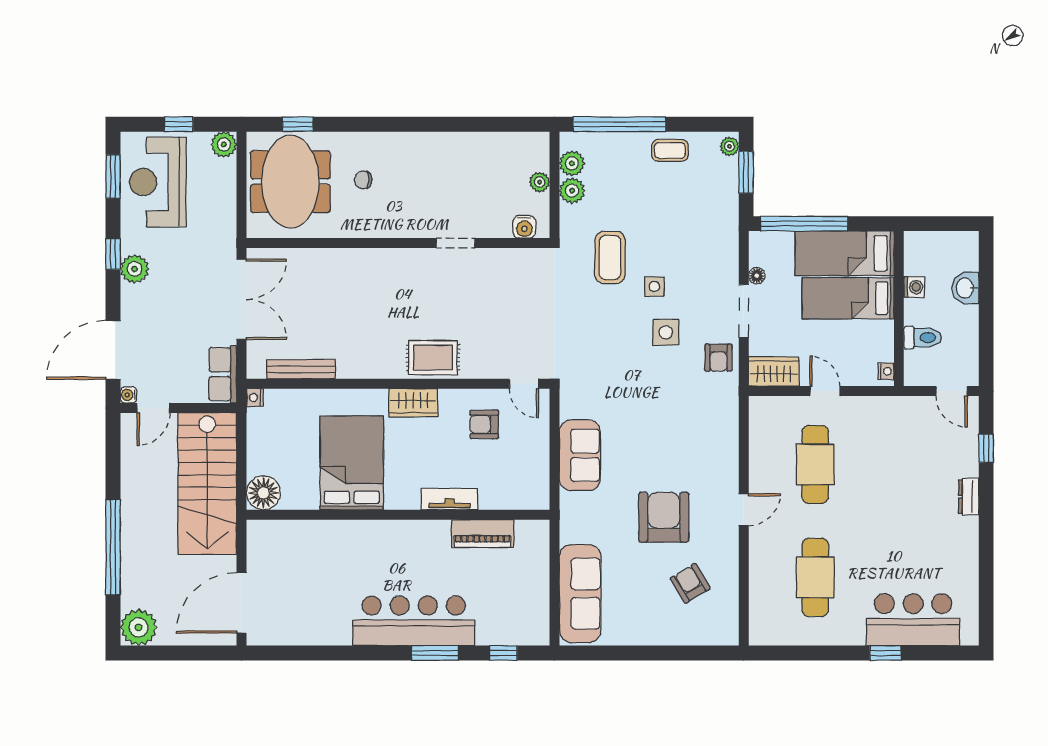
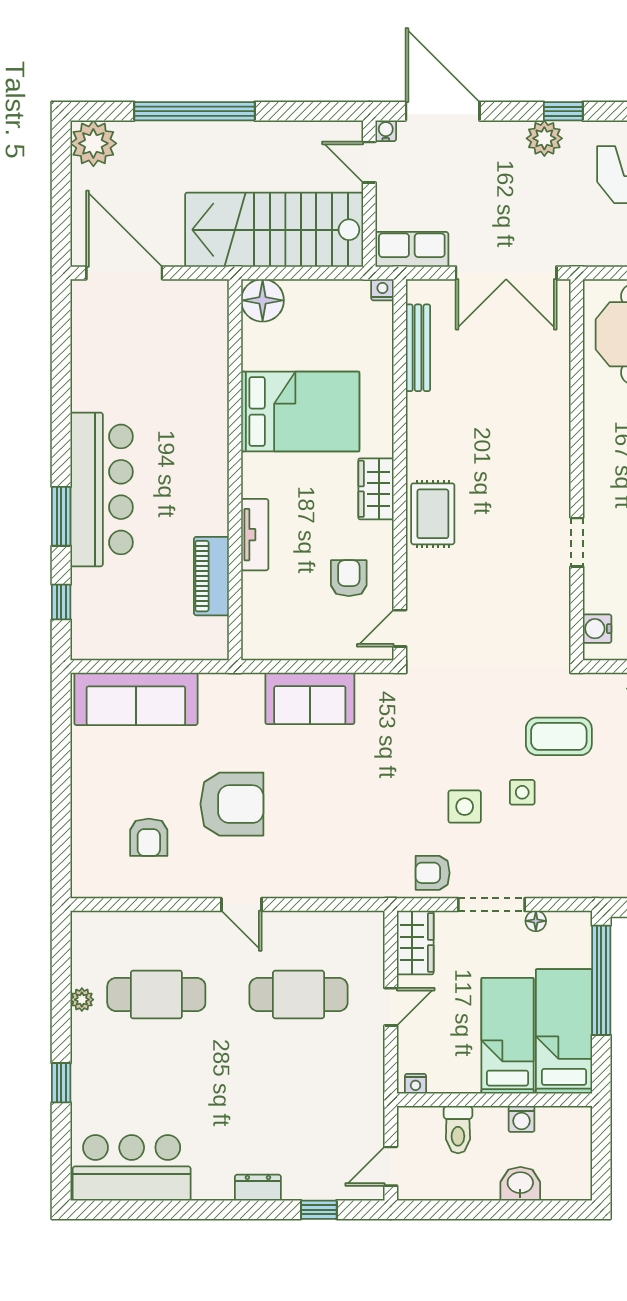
armchair: (690, 583) -> (149, 837), turned 121
bar counter: (913, 620) -> (132, 1168), moved, turned -90
plant: (819, 637) -> (82, 1000), added

